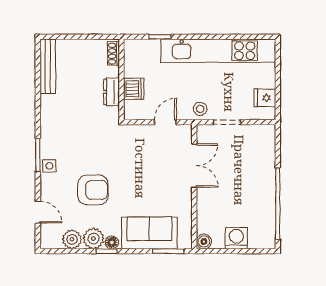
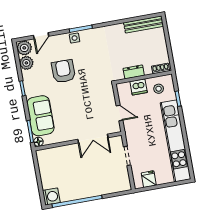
stool: (200, 109) -> (159, 89), moved
armchair: (93, 190) -> (63, 71), turned 180
washing machine: (236, 238) -> (51, 197), moved
plant: (93, 239) -> (24, 48), moved
floor lamp: (112, 242) -> (38, 142), moved
boiler: (204, 242) -> (41, 155), removed

